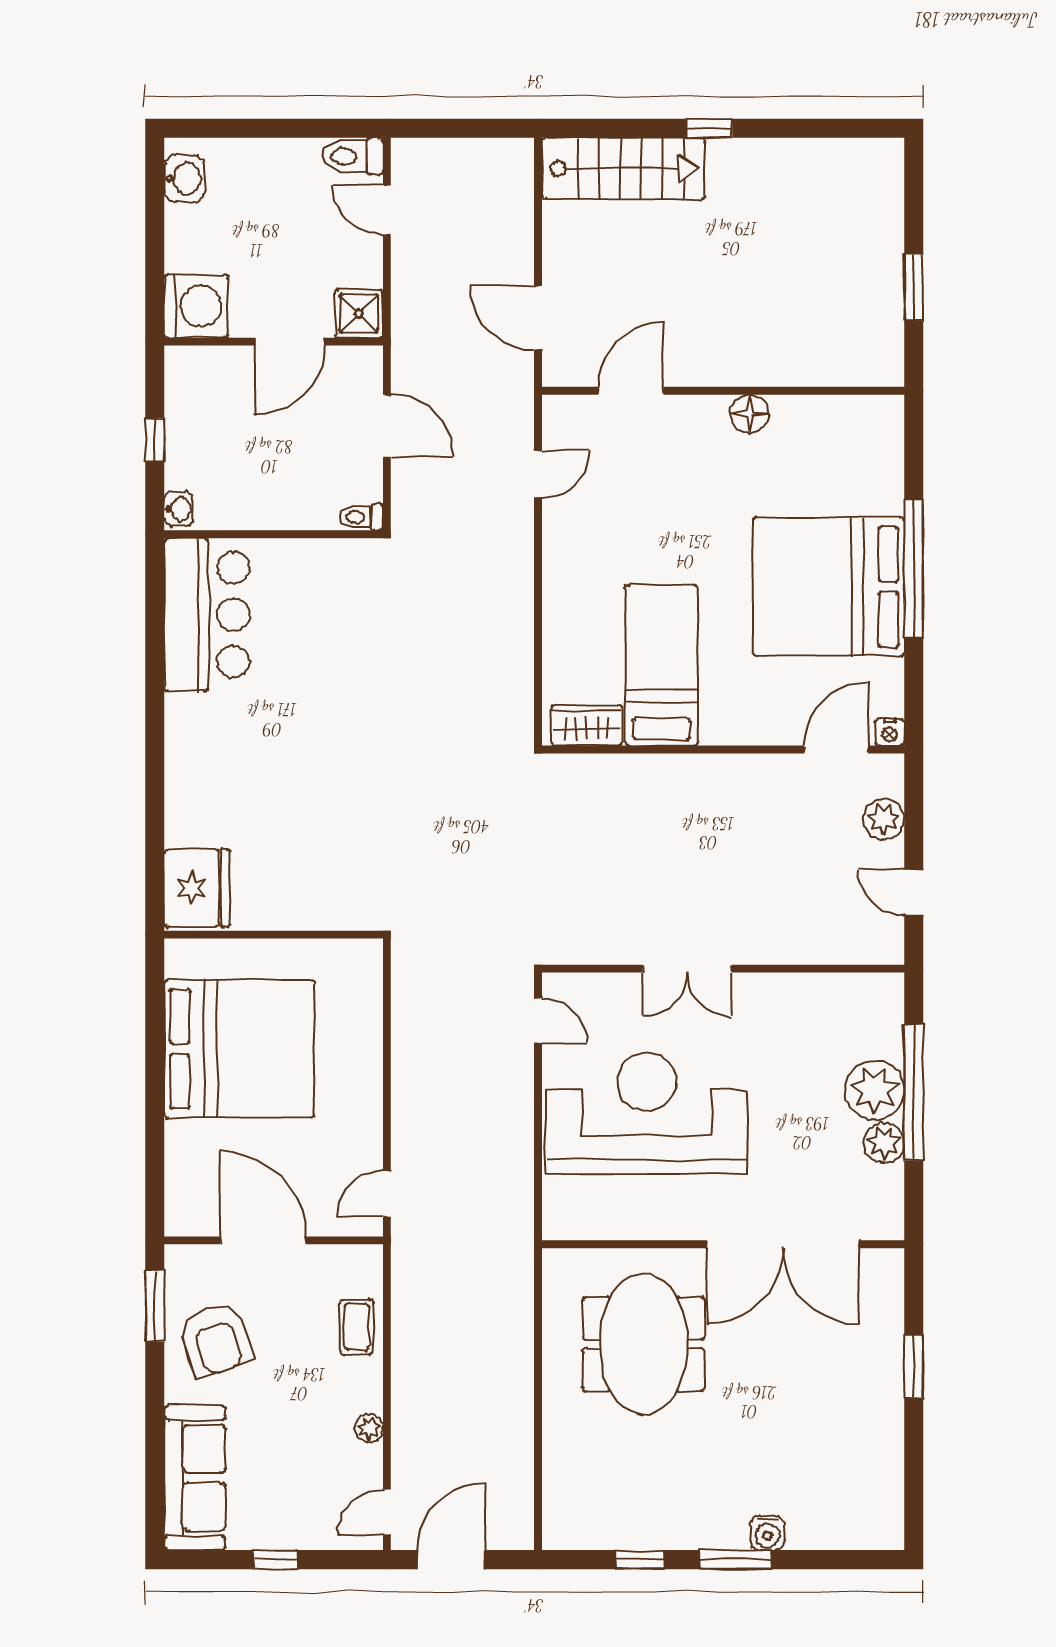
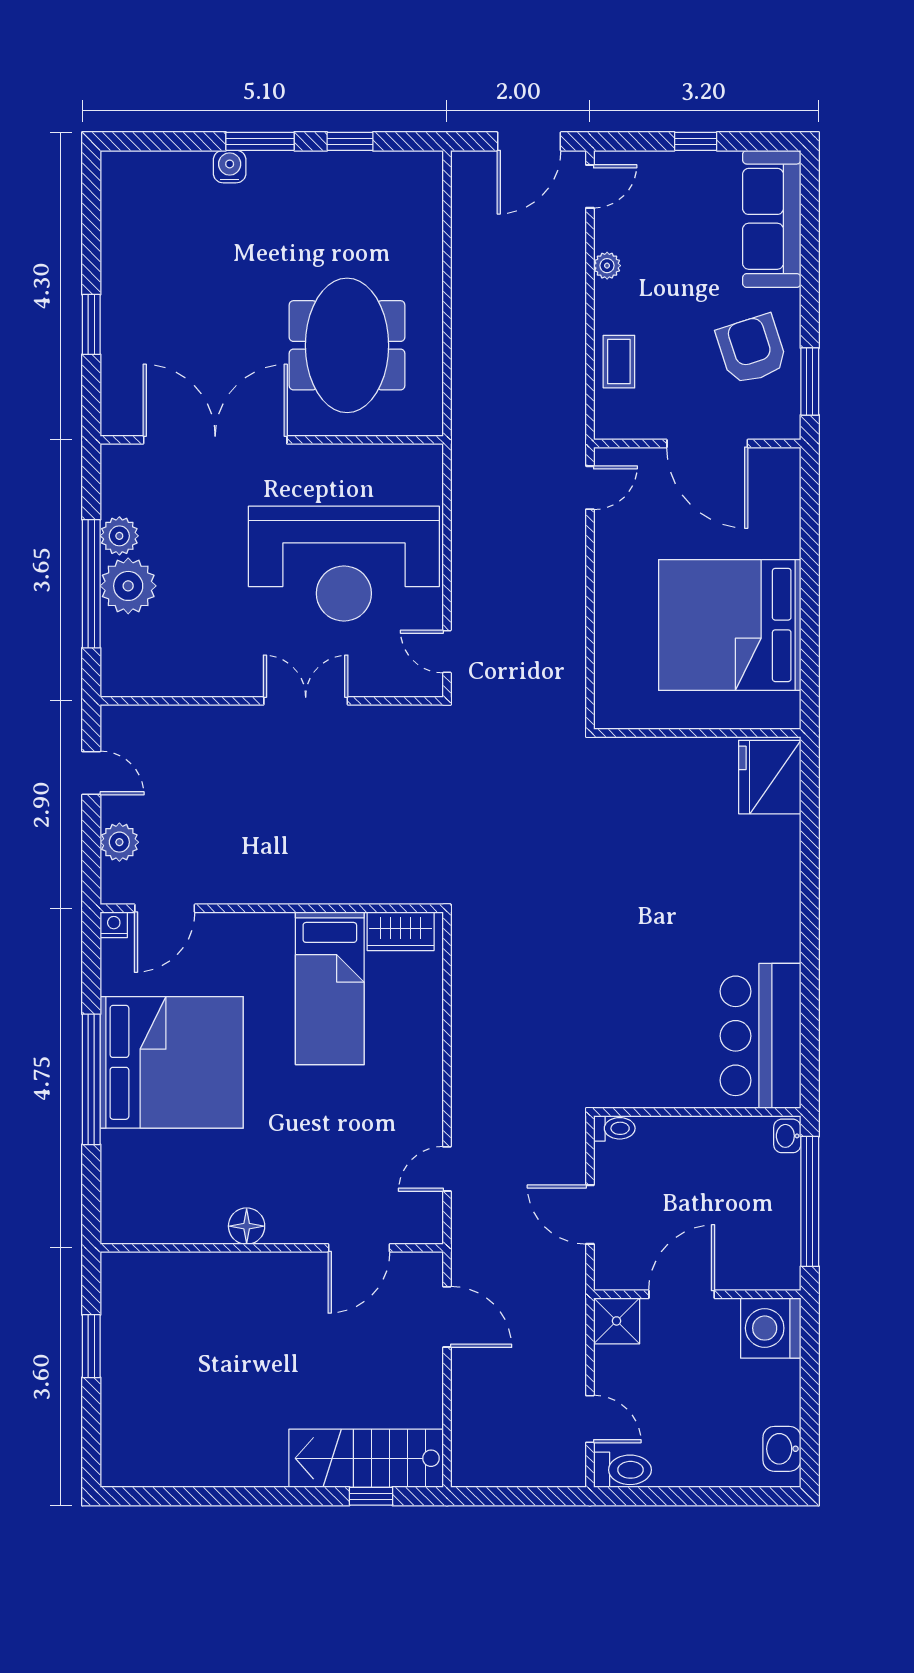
window: (709, 128) -> (371, 1496), moved
window: (155, 440) -> (810, 1201), width x3.17

